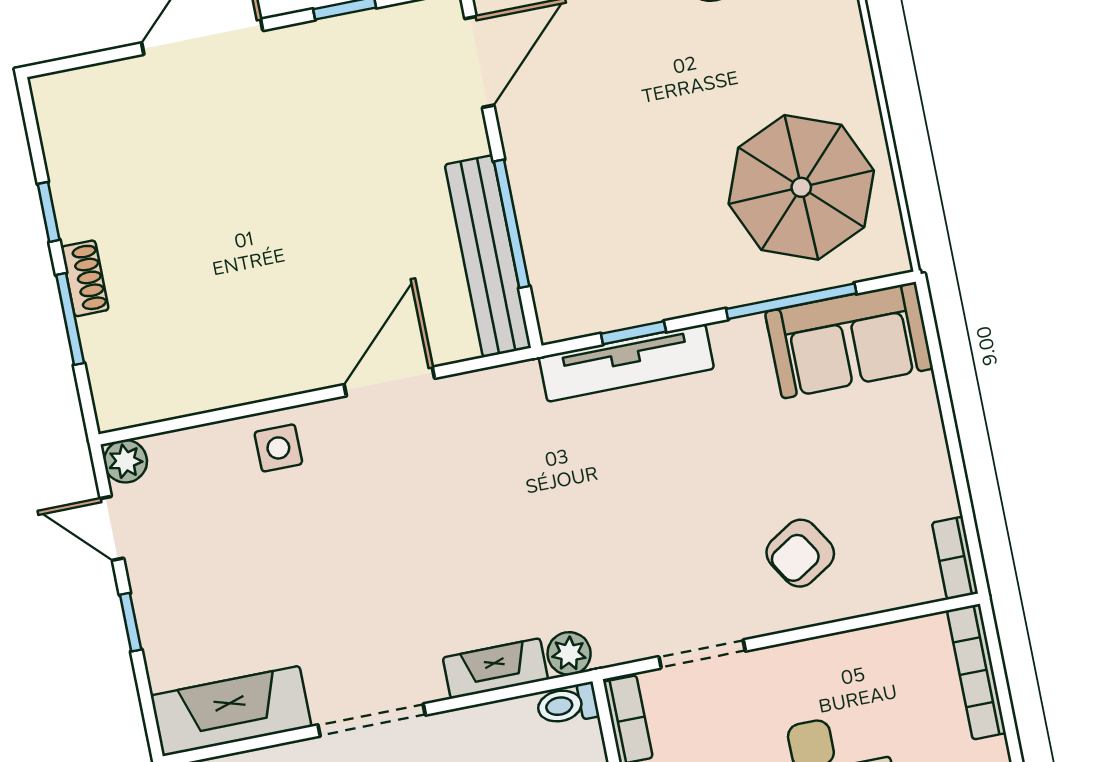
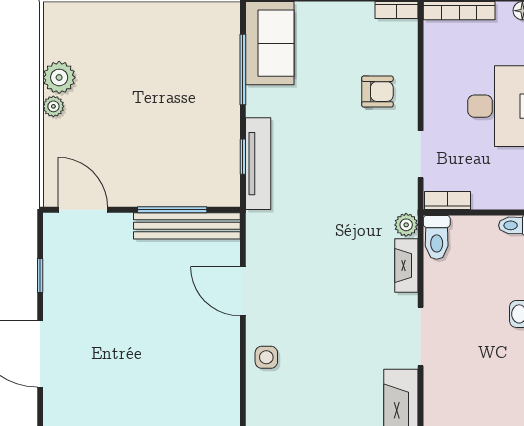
parasol: (801, 187) -> (184, 52), removed
armchair: (800, 553) -> (377, 92), turned -58
toilet: (567, 705) -> (437, 237), width x1.37, depth x1.39

